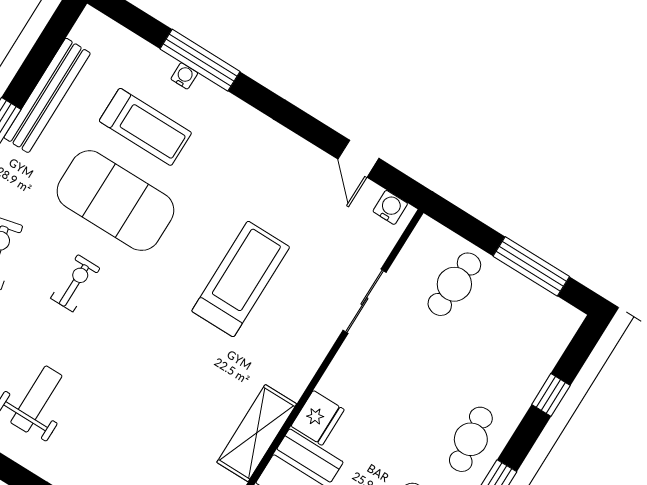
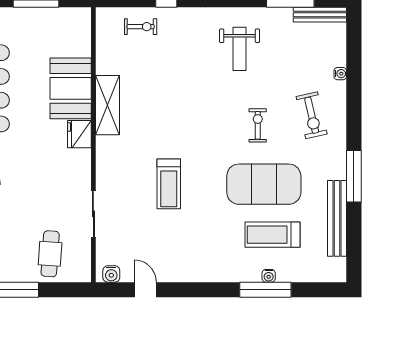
treadmill: (241, 279) -> (169, 184), width x0.73, depth x0.73
exercise bike: (75, 283) -> (258, 125), turned 180

